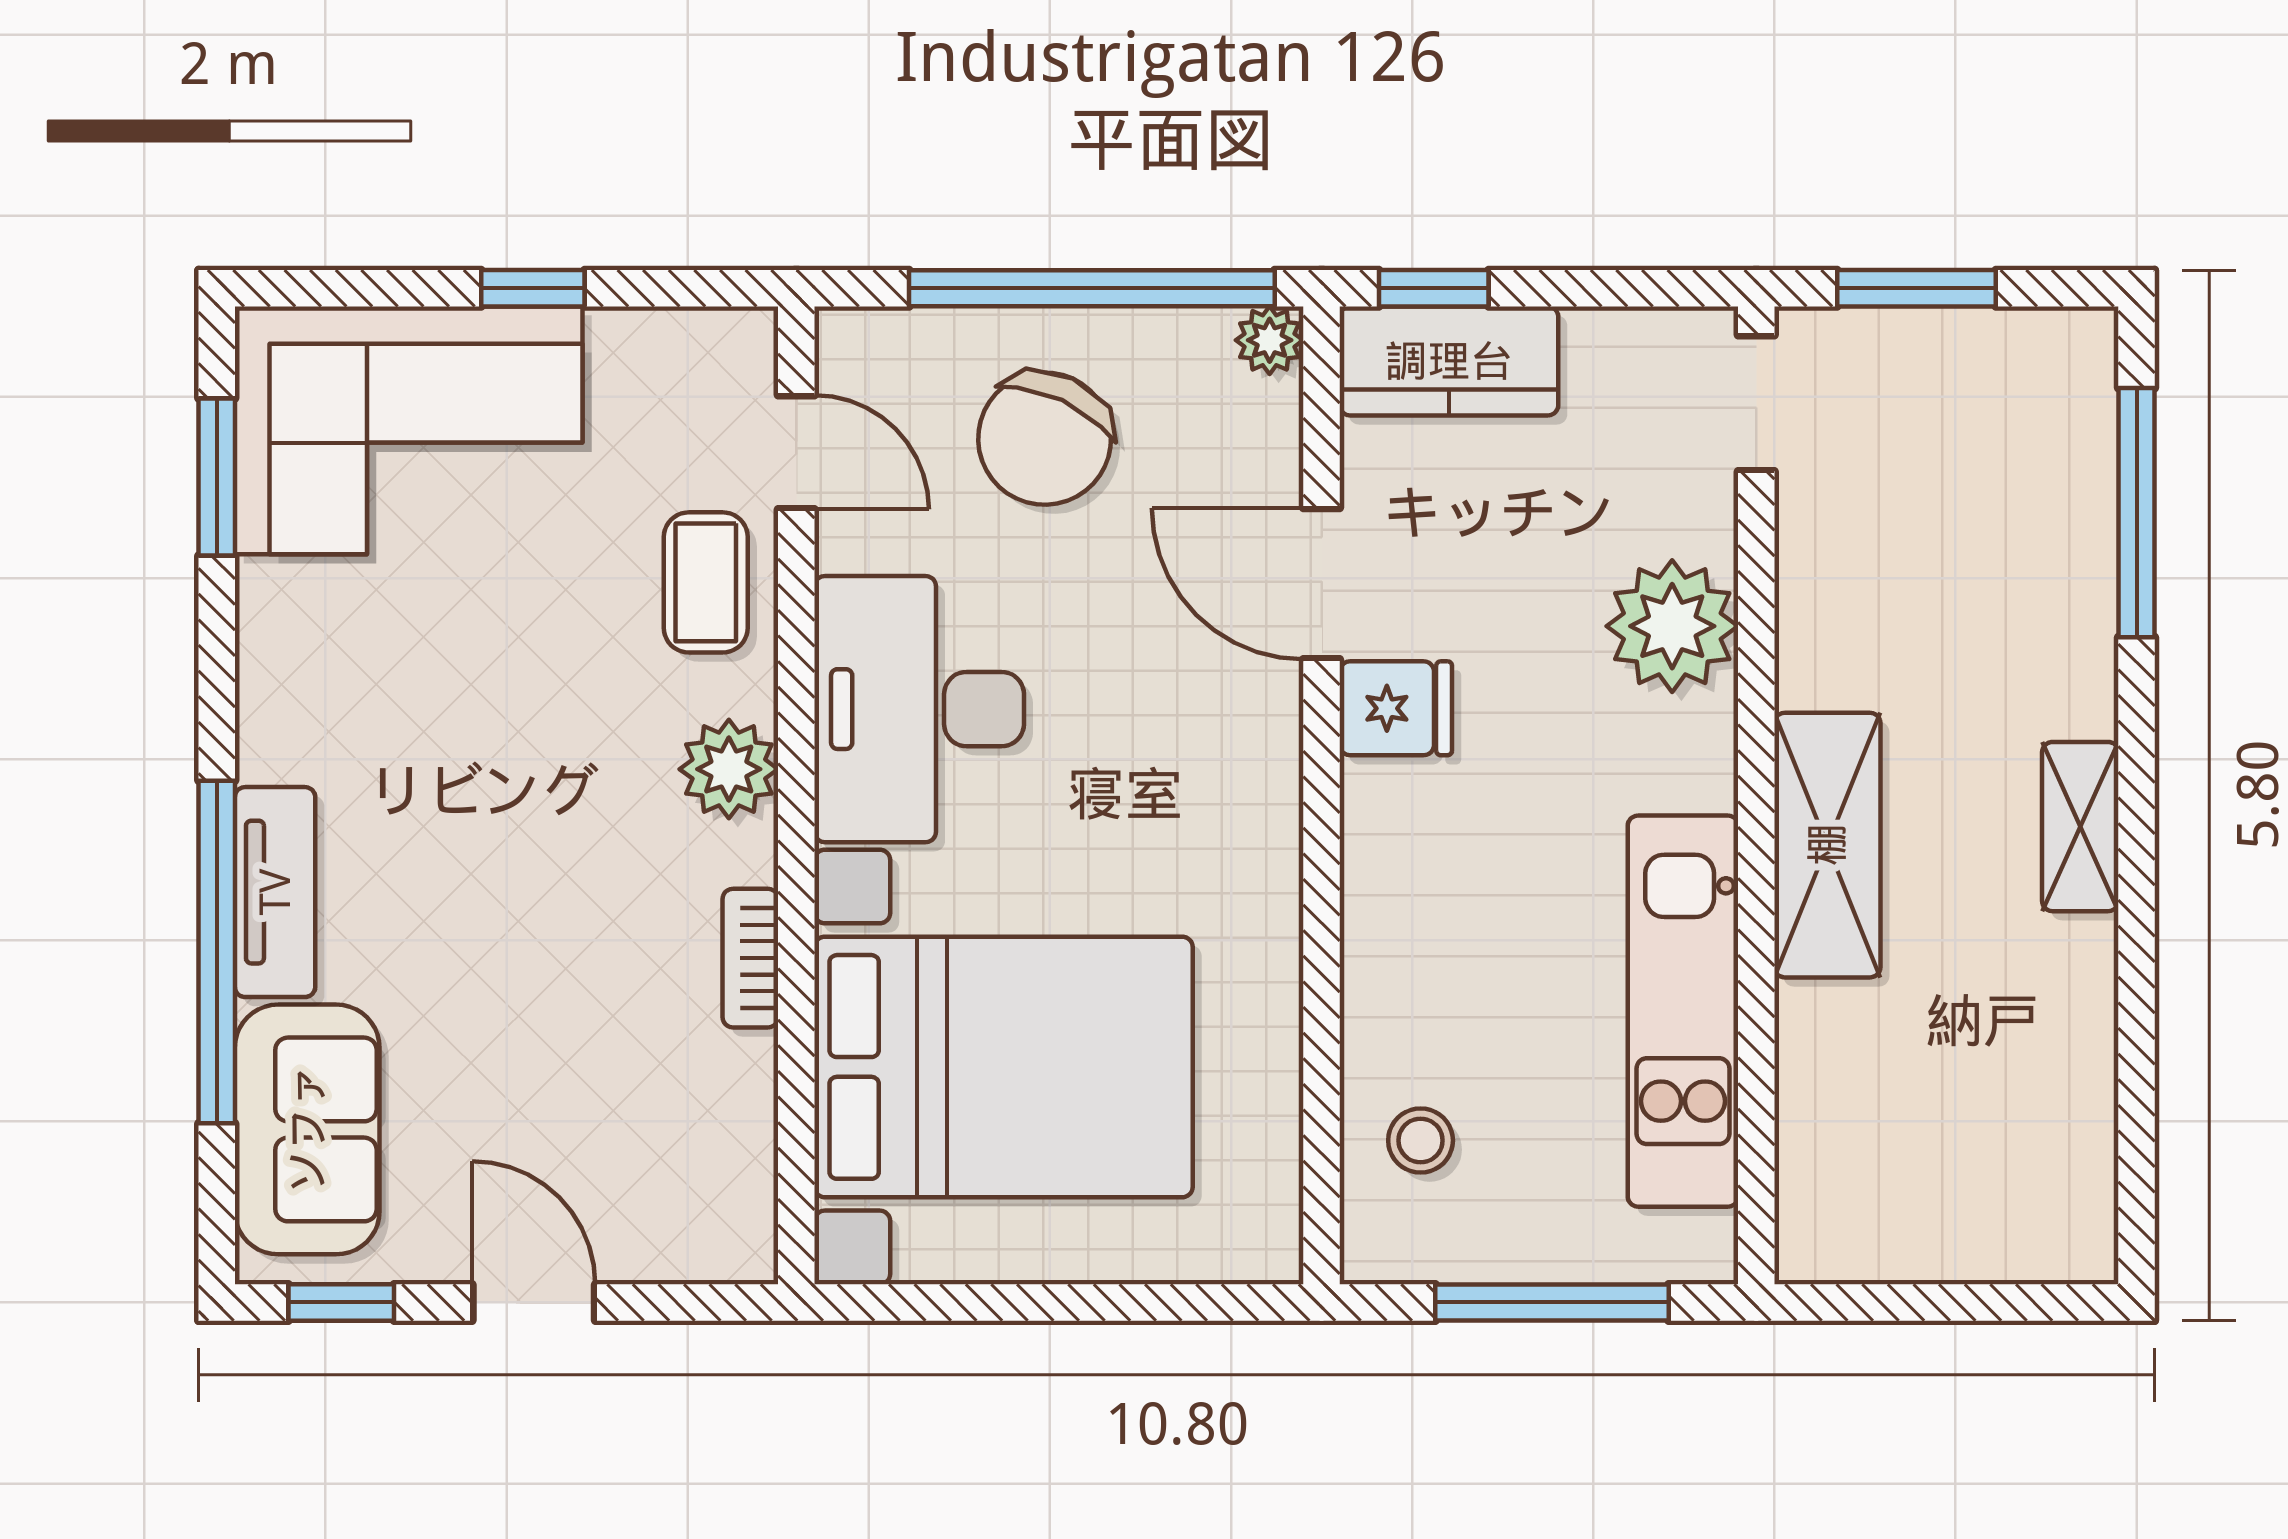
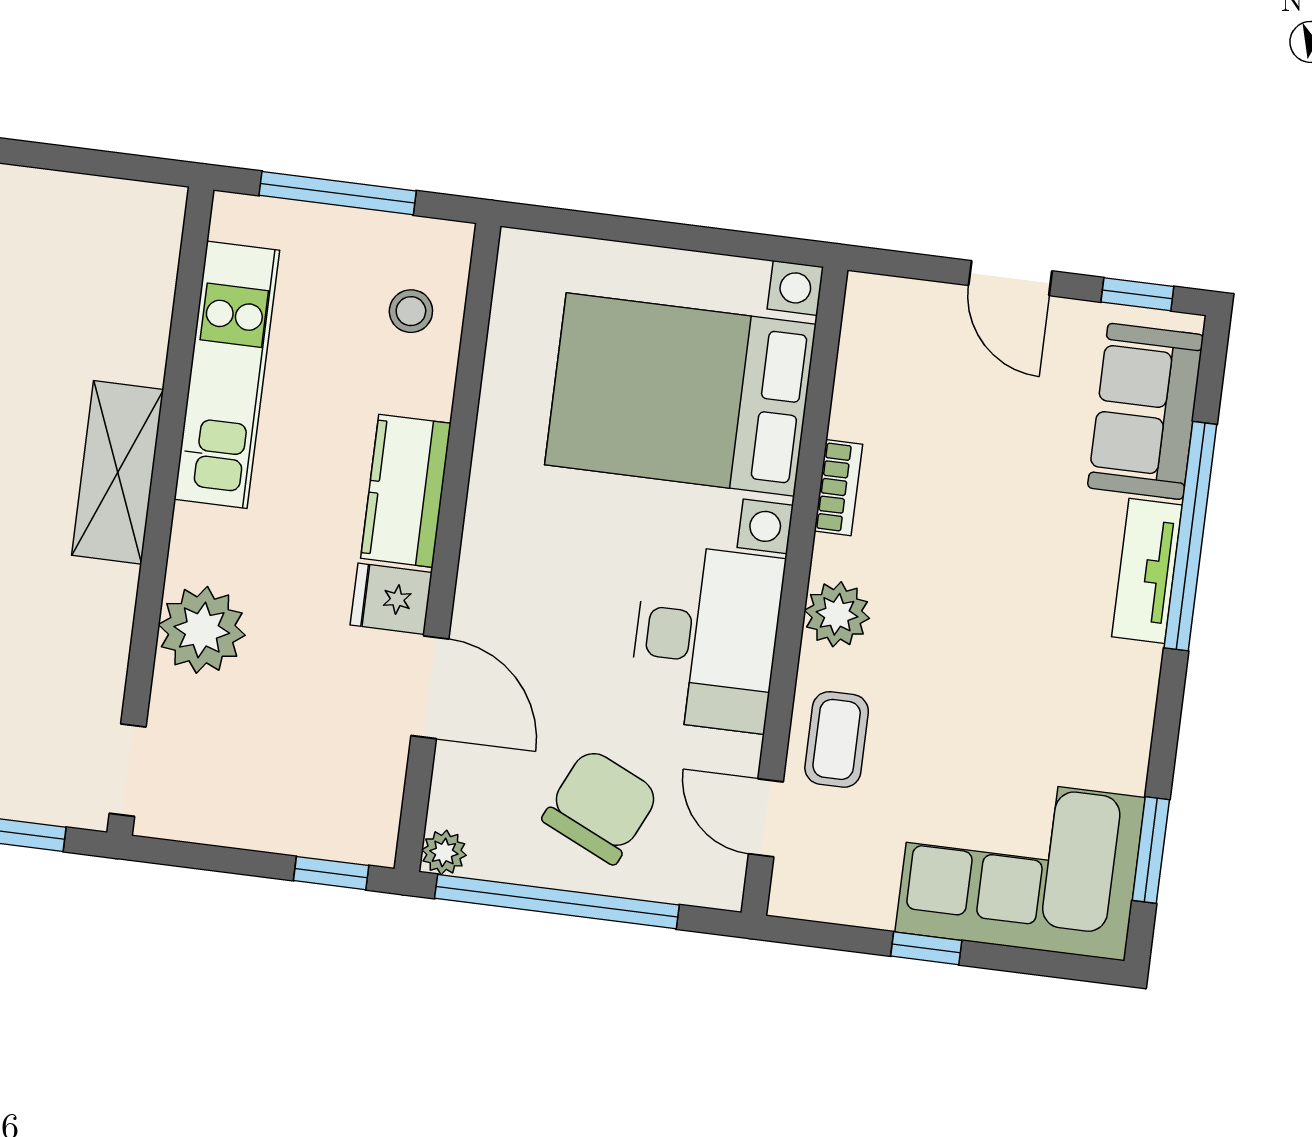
kitchen counter: (1449, 361) -> (406, 491), moved, turned -90

